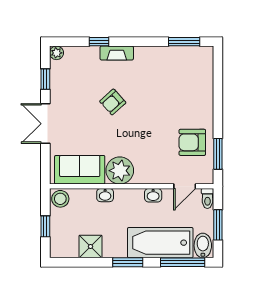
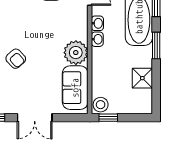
washbasin: (105, 195) -> (97, 39), moved
window: (45, 226) -> (108, 118), moved

